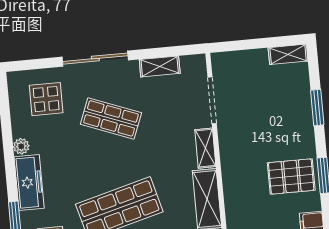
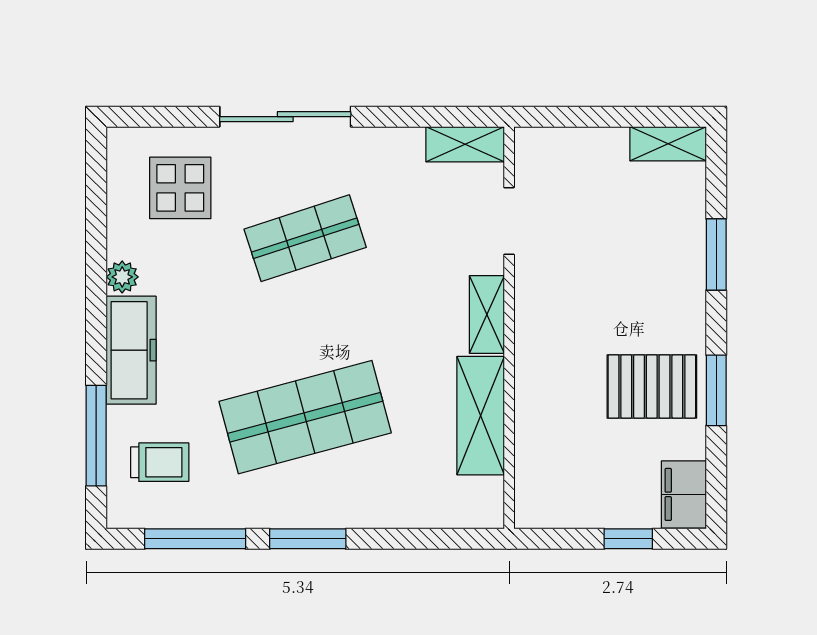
shelving: (160, 66) -> (465, 144), moved
doorway: (212, 100) -> (509, 221), width x0.73
shop shelf: (111, 118) -> (305, 238), turned -39

